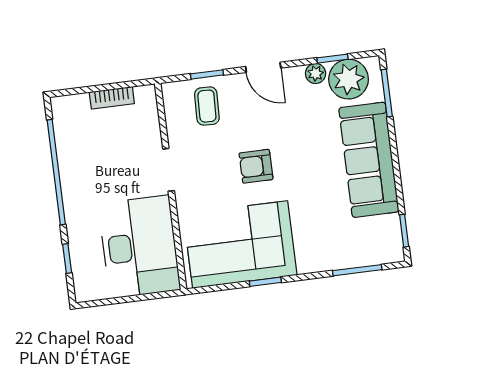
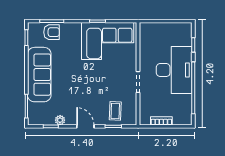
plant: (349, 79) -> (44, 115), removed
armchair: (256, 166) -> (52, 32), moved
desk: (139, 247) -> (174, 70), moved, turned 180

